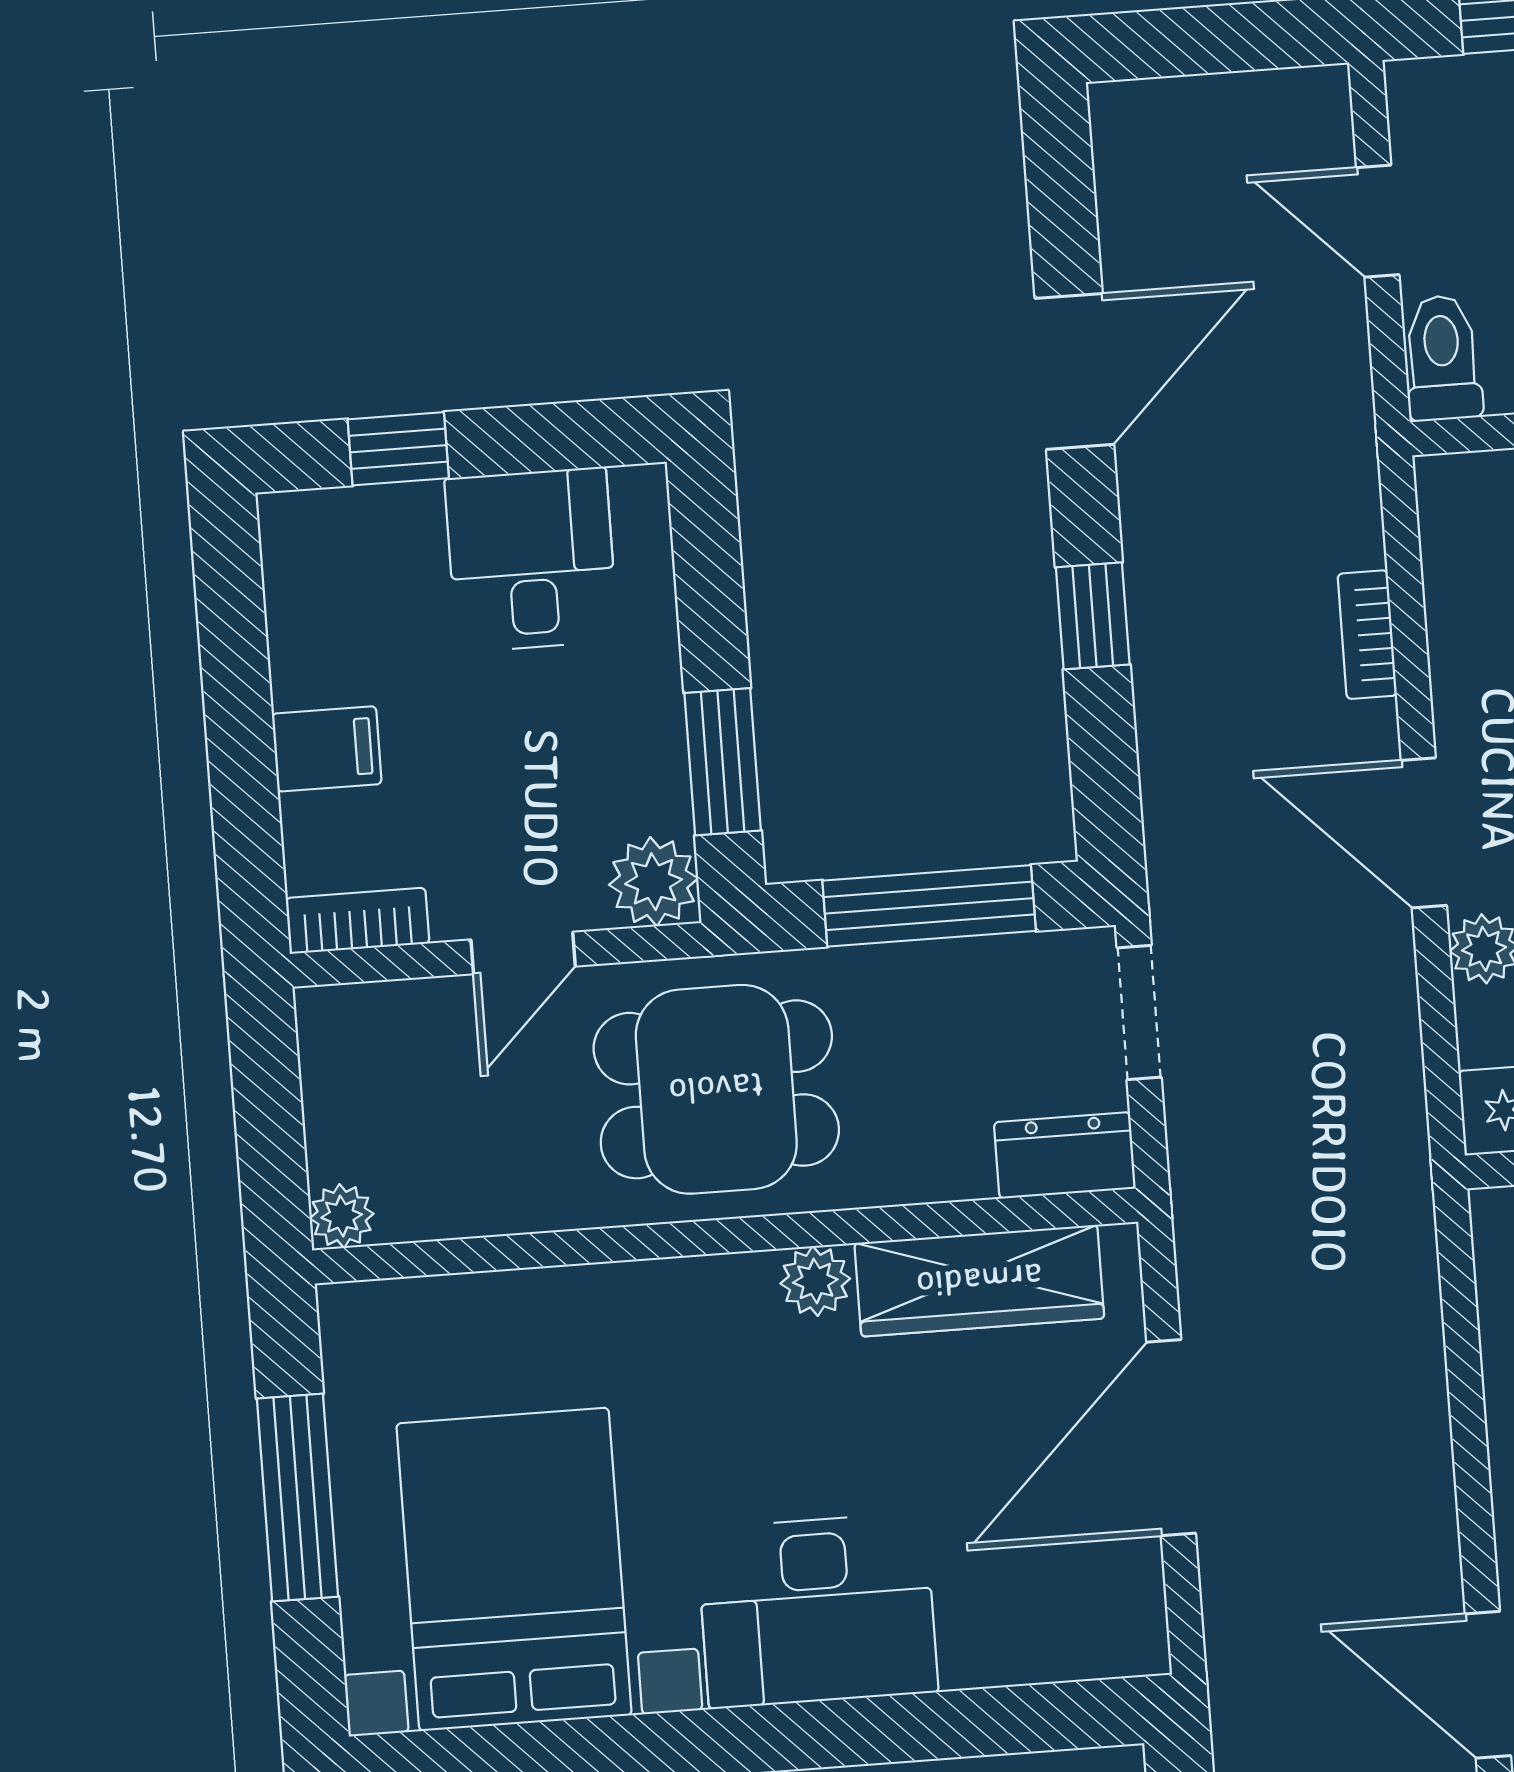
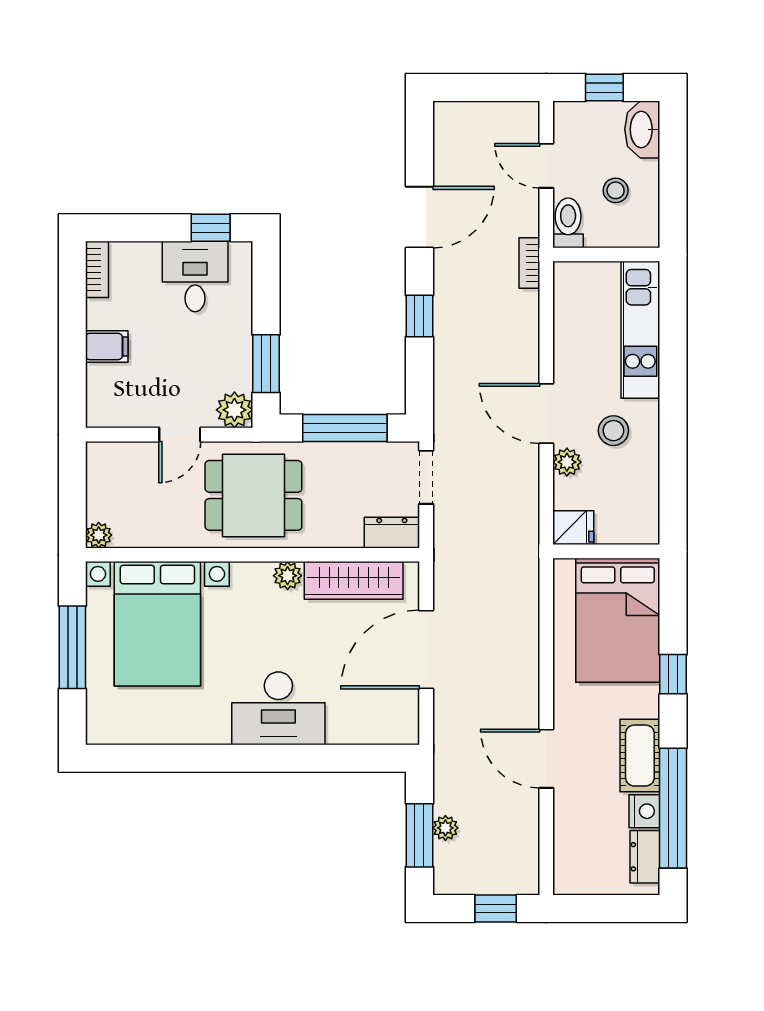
window: (398, 449) -> (211, 228), moved
bookcase: (1367, 635) -> (529, 263), moved
bookcase: (357, 921) -> (97, 269), moved, turned 90
bed with nightstands: (514, 1569) -> (157, 624), moved, turned 180

